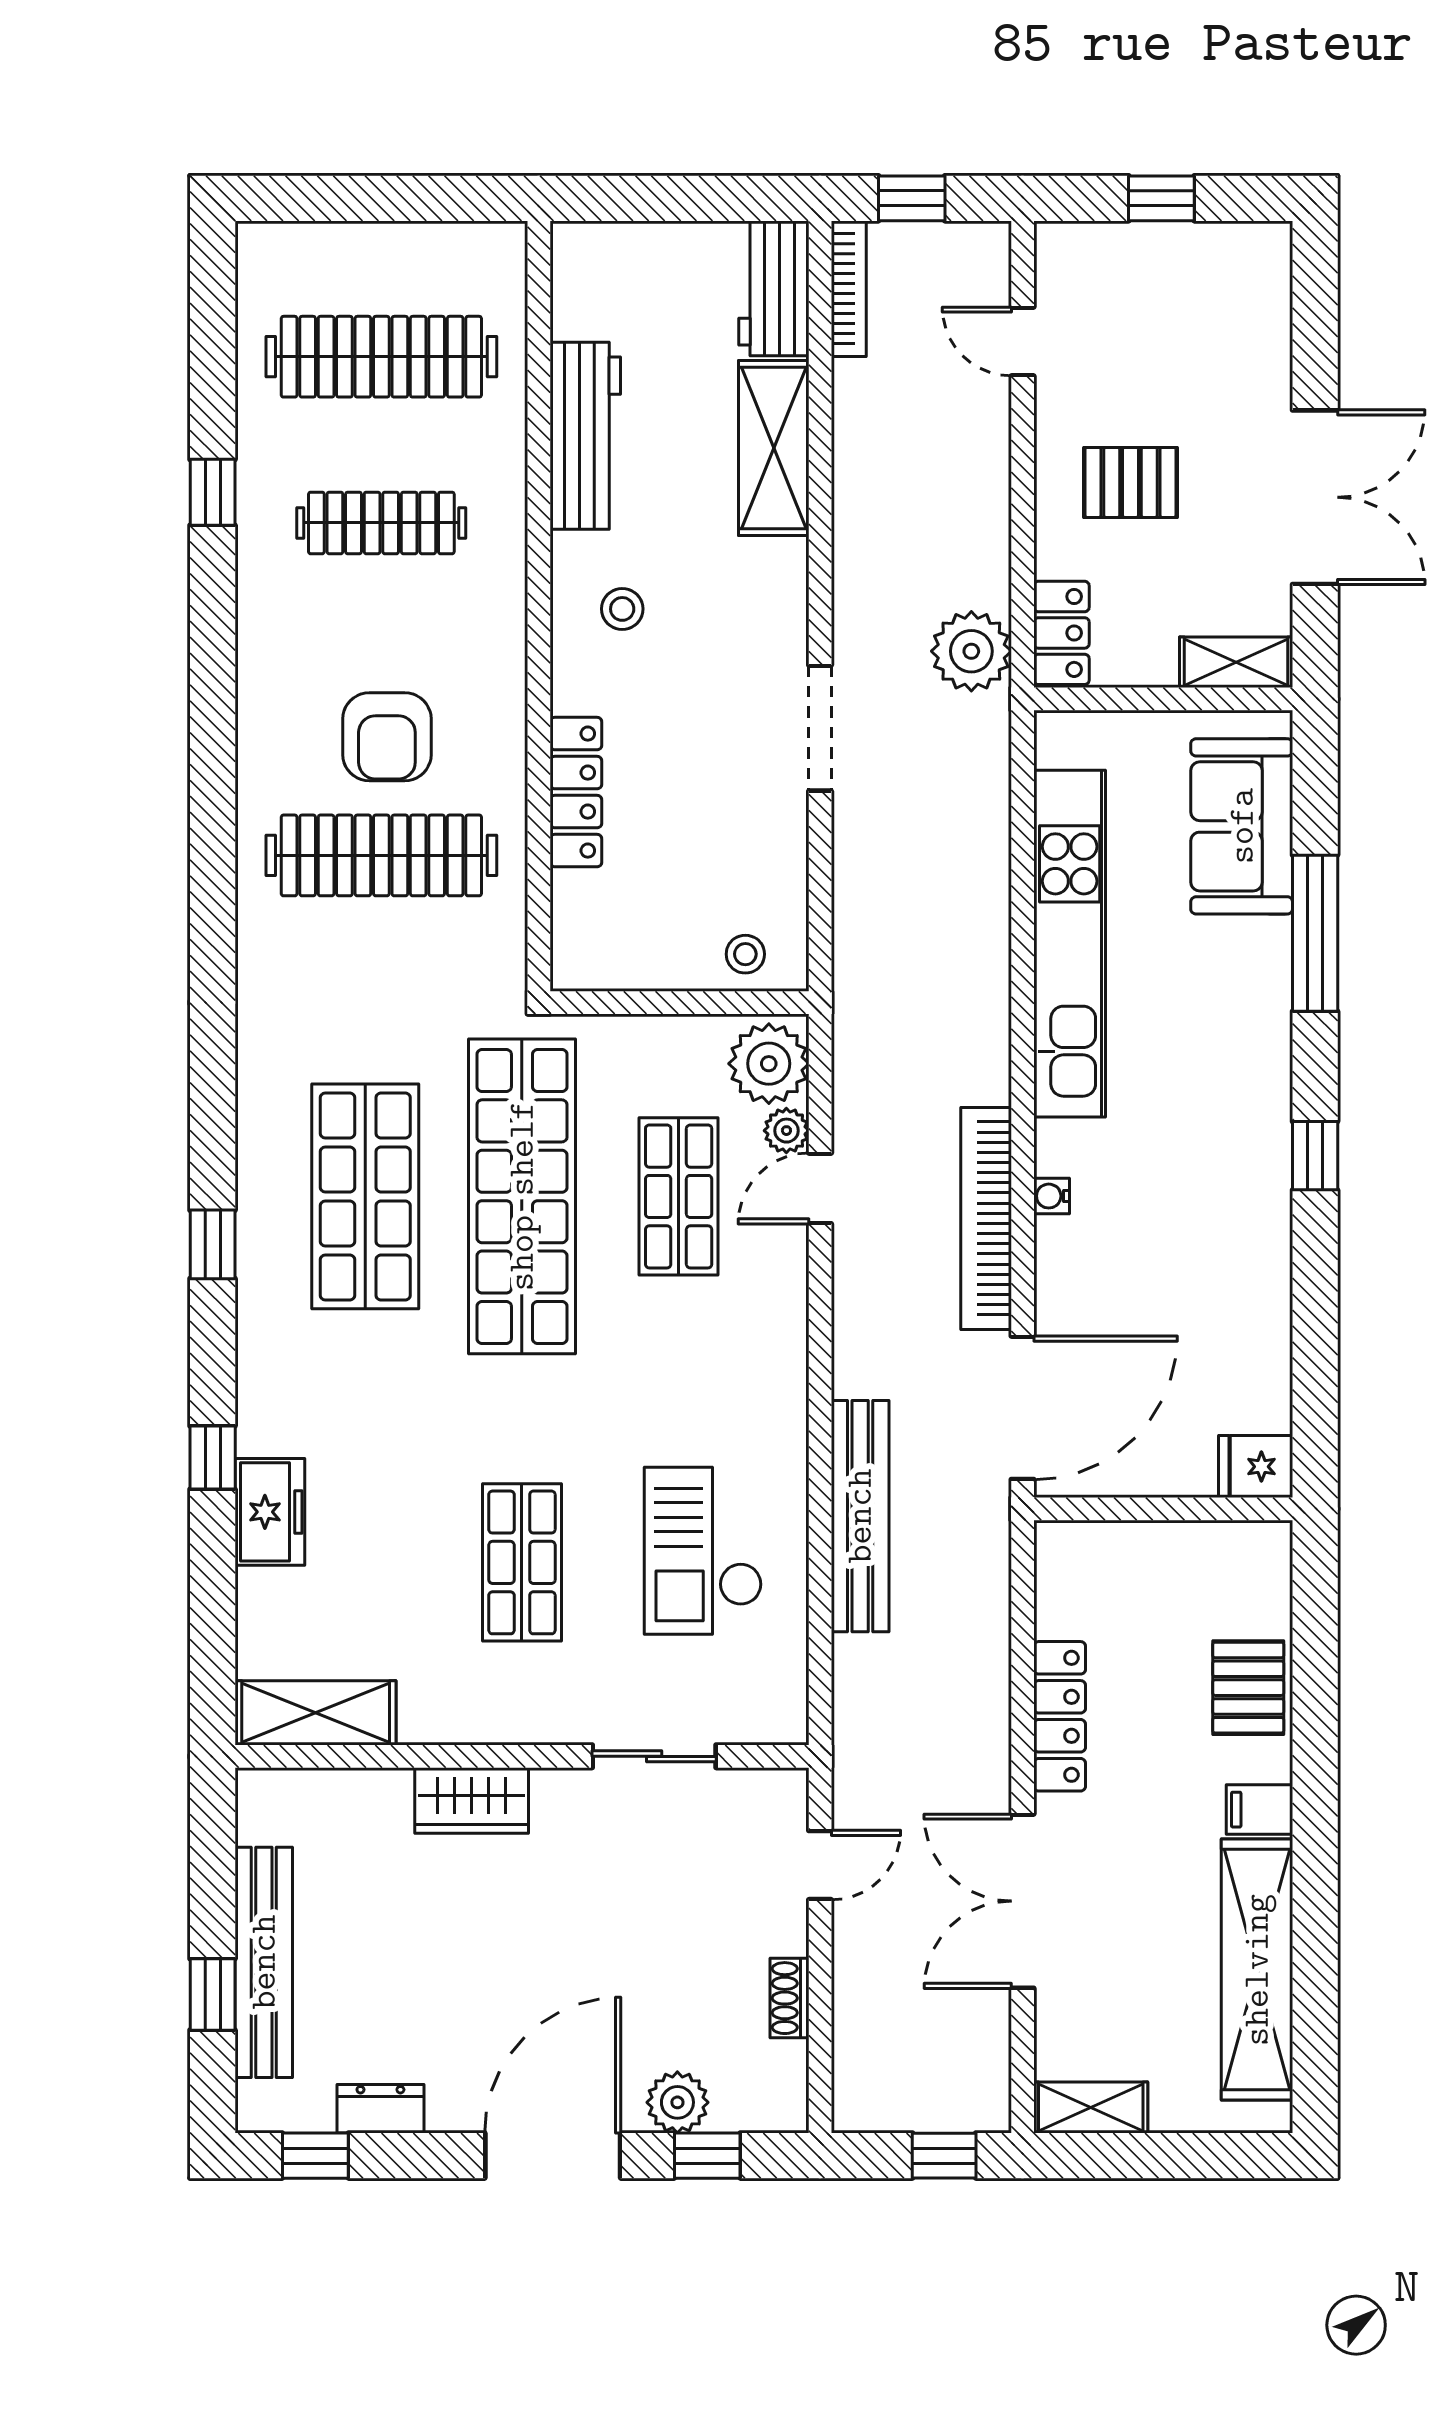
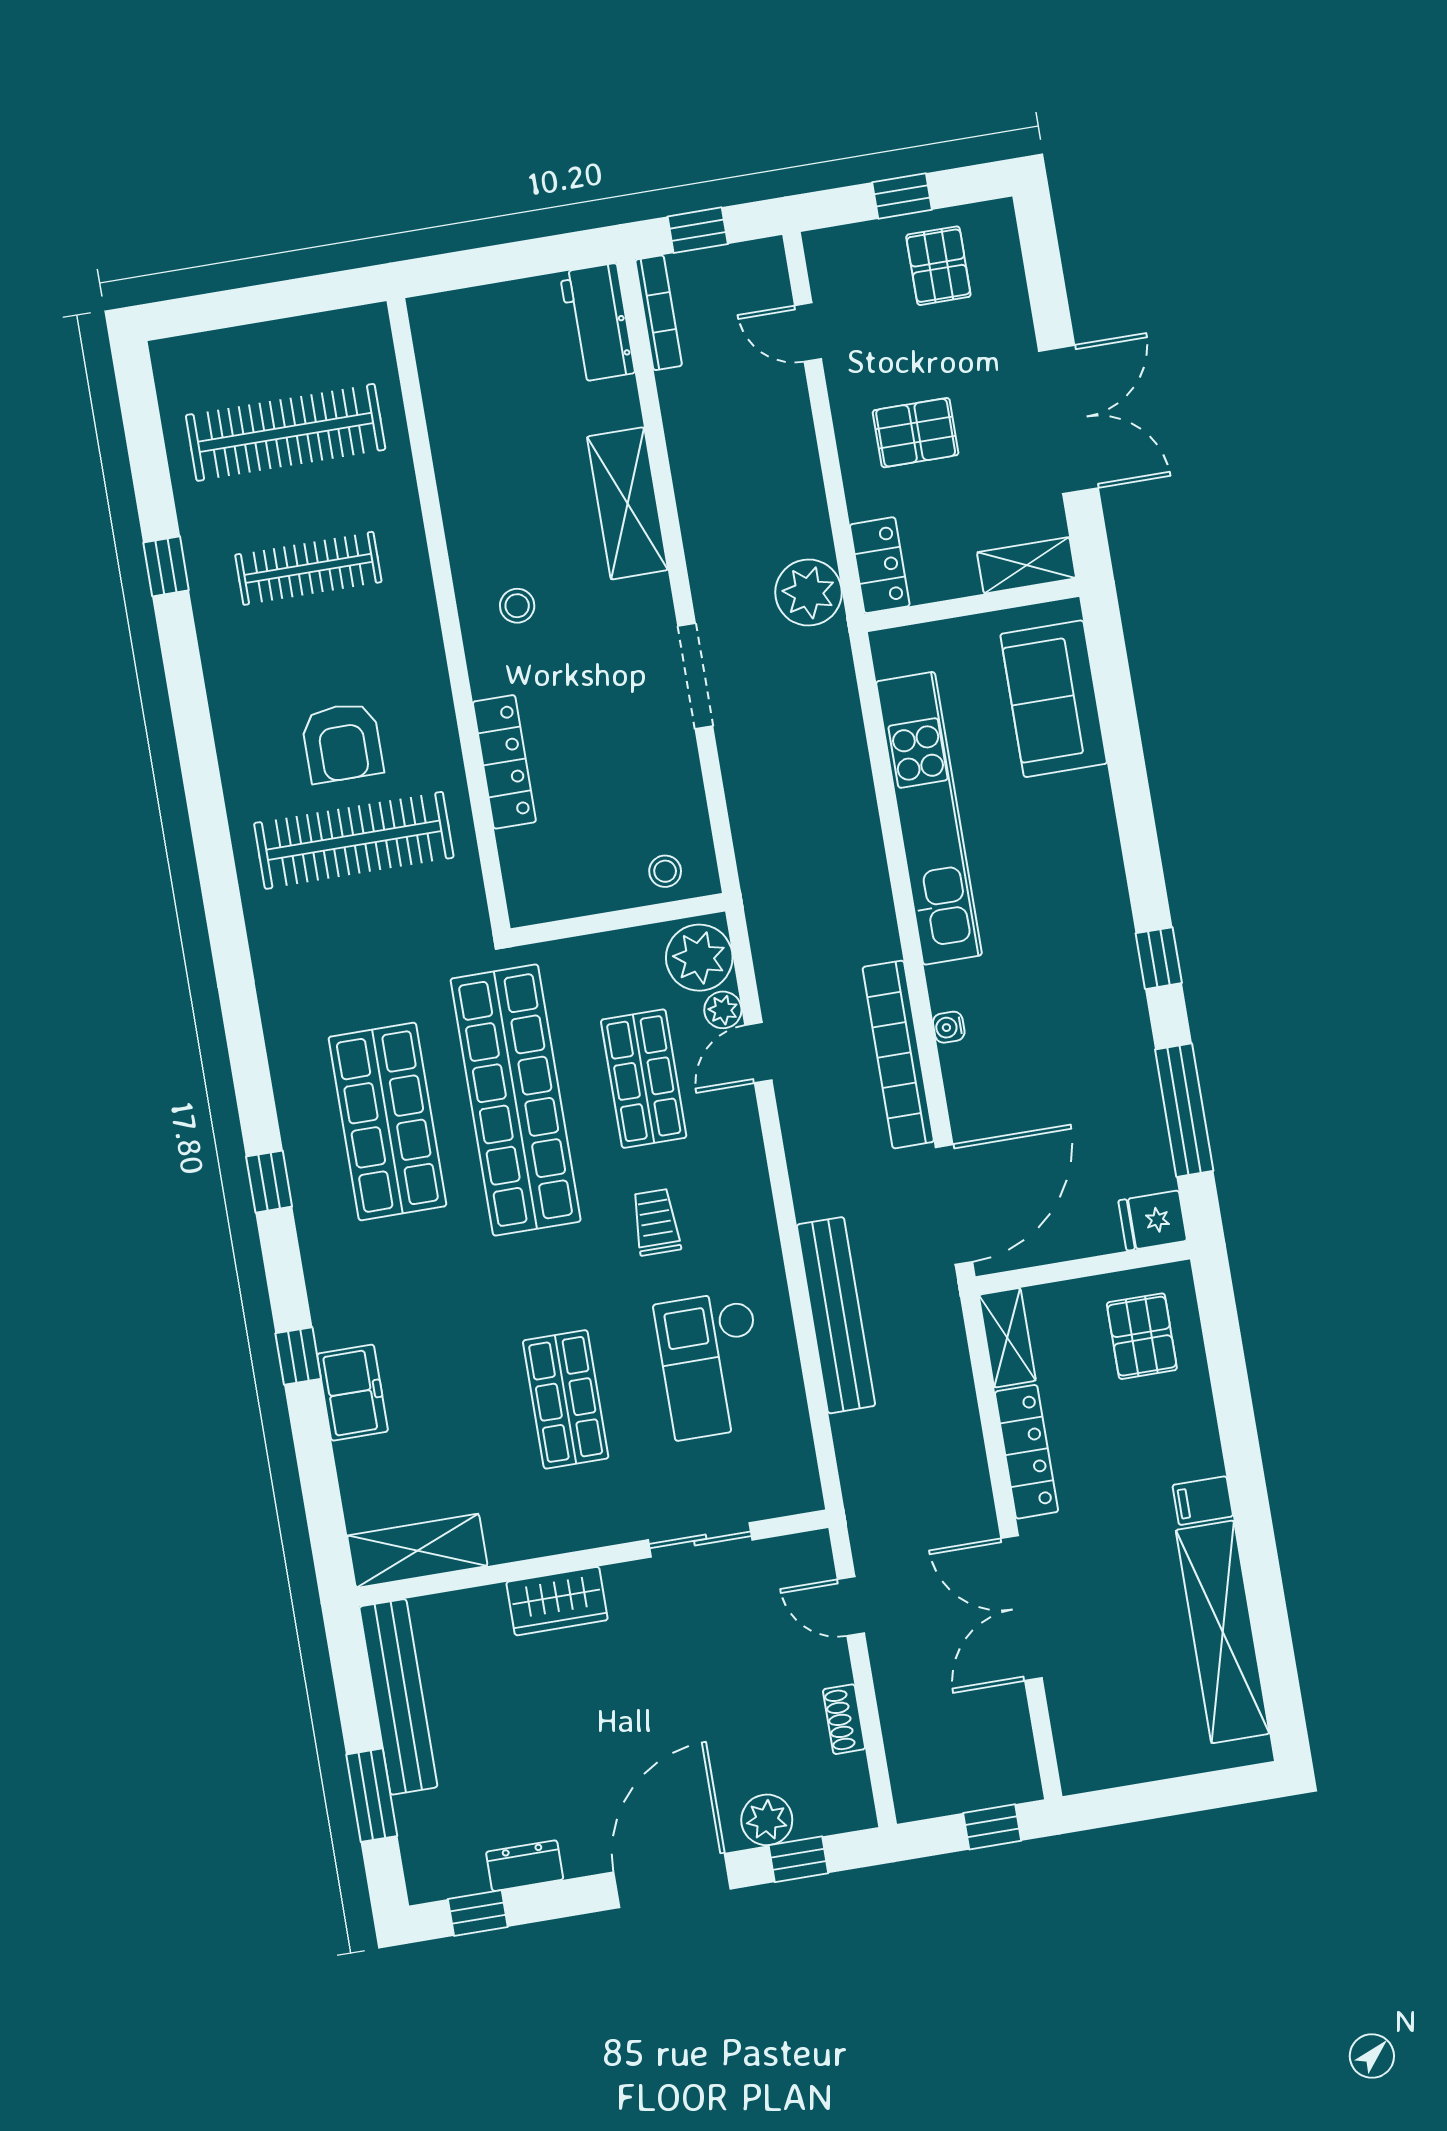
pallet: (1191, 288) -> (938, 266), added
workbench: (585, 436) -> (463, 469), removed
shelving: (774, 448) -> (627, 503), moved
window: (1315, 933) -> (1184, 1110), moved
trolley: (665, 1370) -> (656, 1222), added
pallet: (1248, 1688) -> (1142, 1336), moved
door: (820, 1865) -> (851, 1606), swing flipped
bench: (264, 1962) -> (398, 1697), moved
window: (213, 1994) -> (372, 1795), width x1.50
shelving: (1091, 2108) -> (1007, 1338), moved, turned 90

